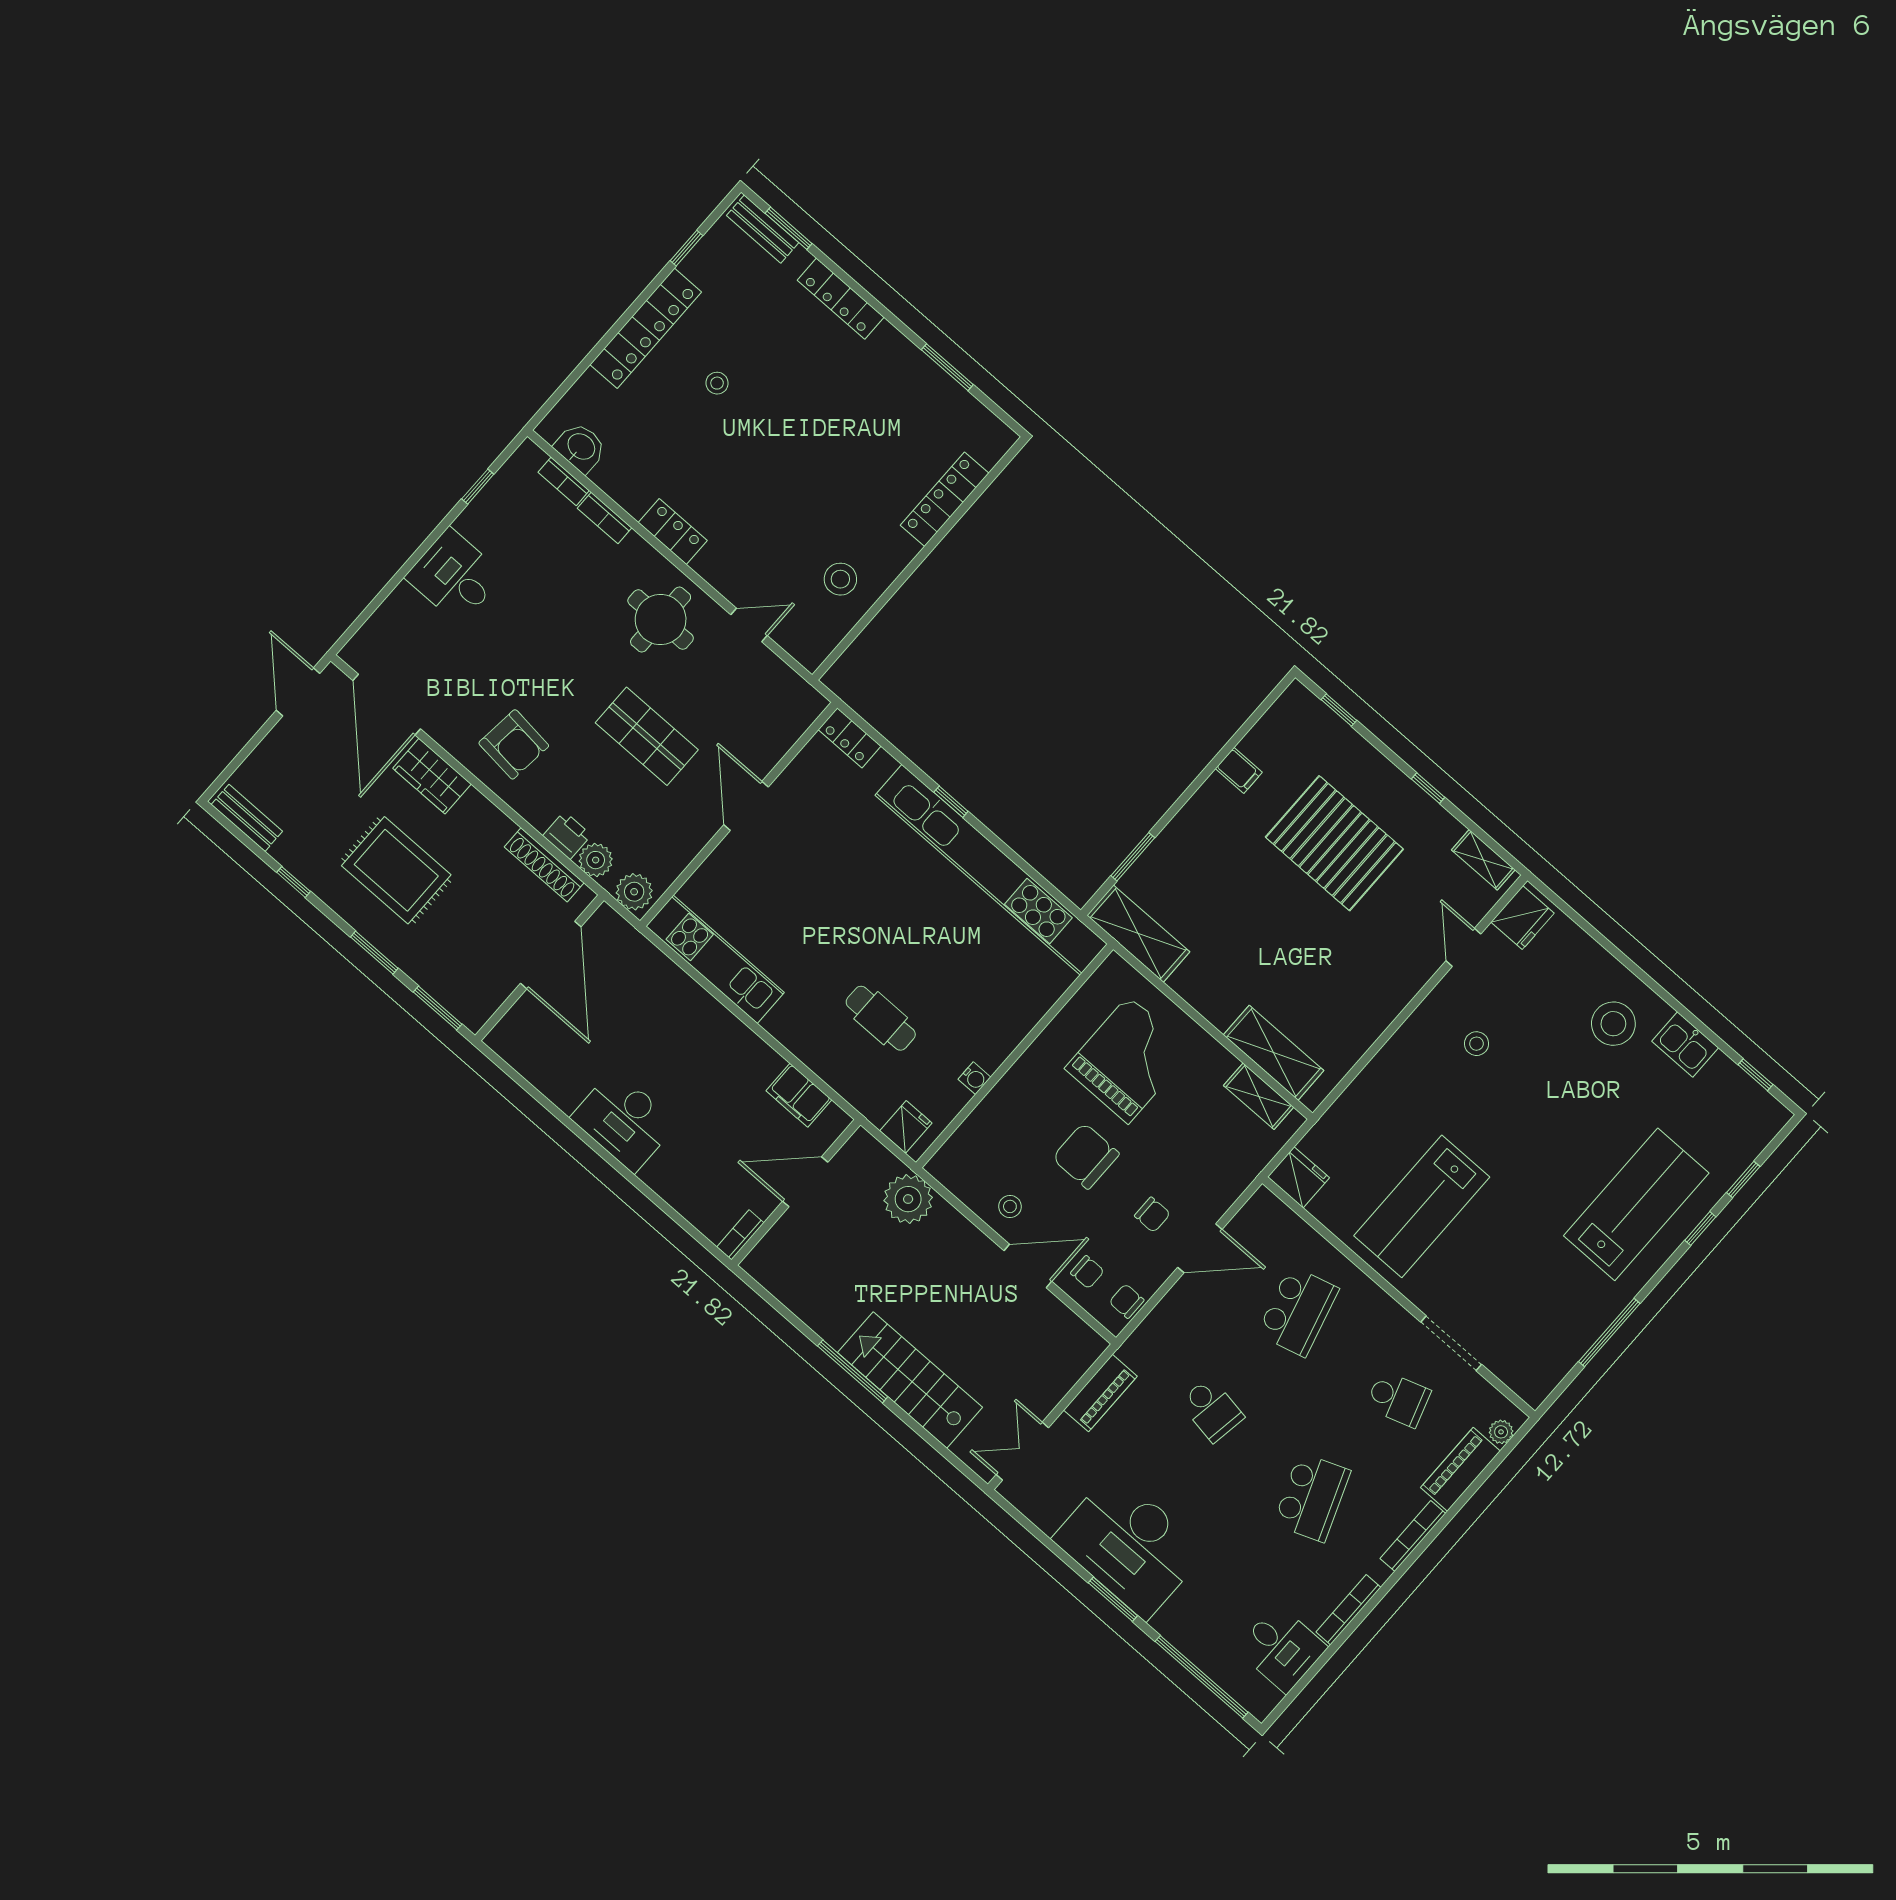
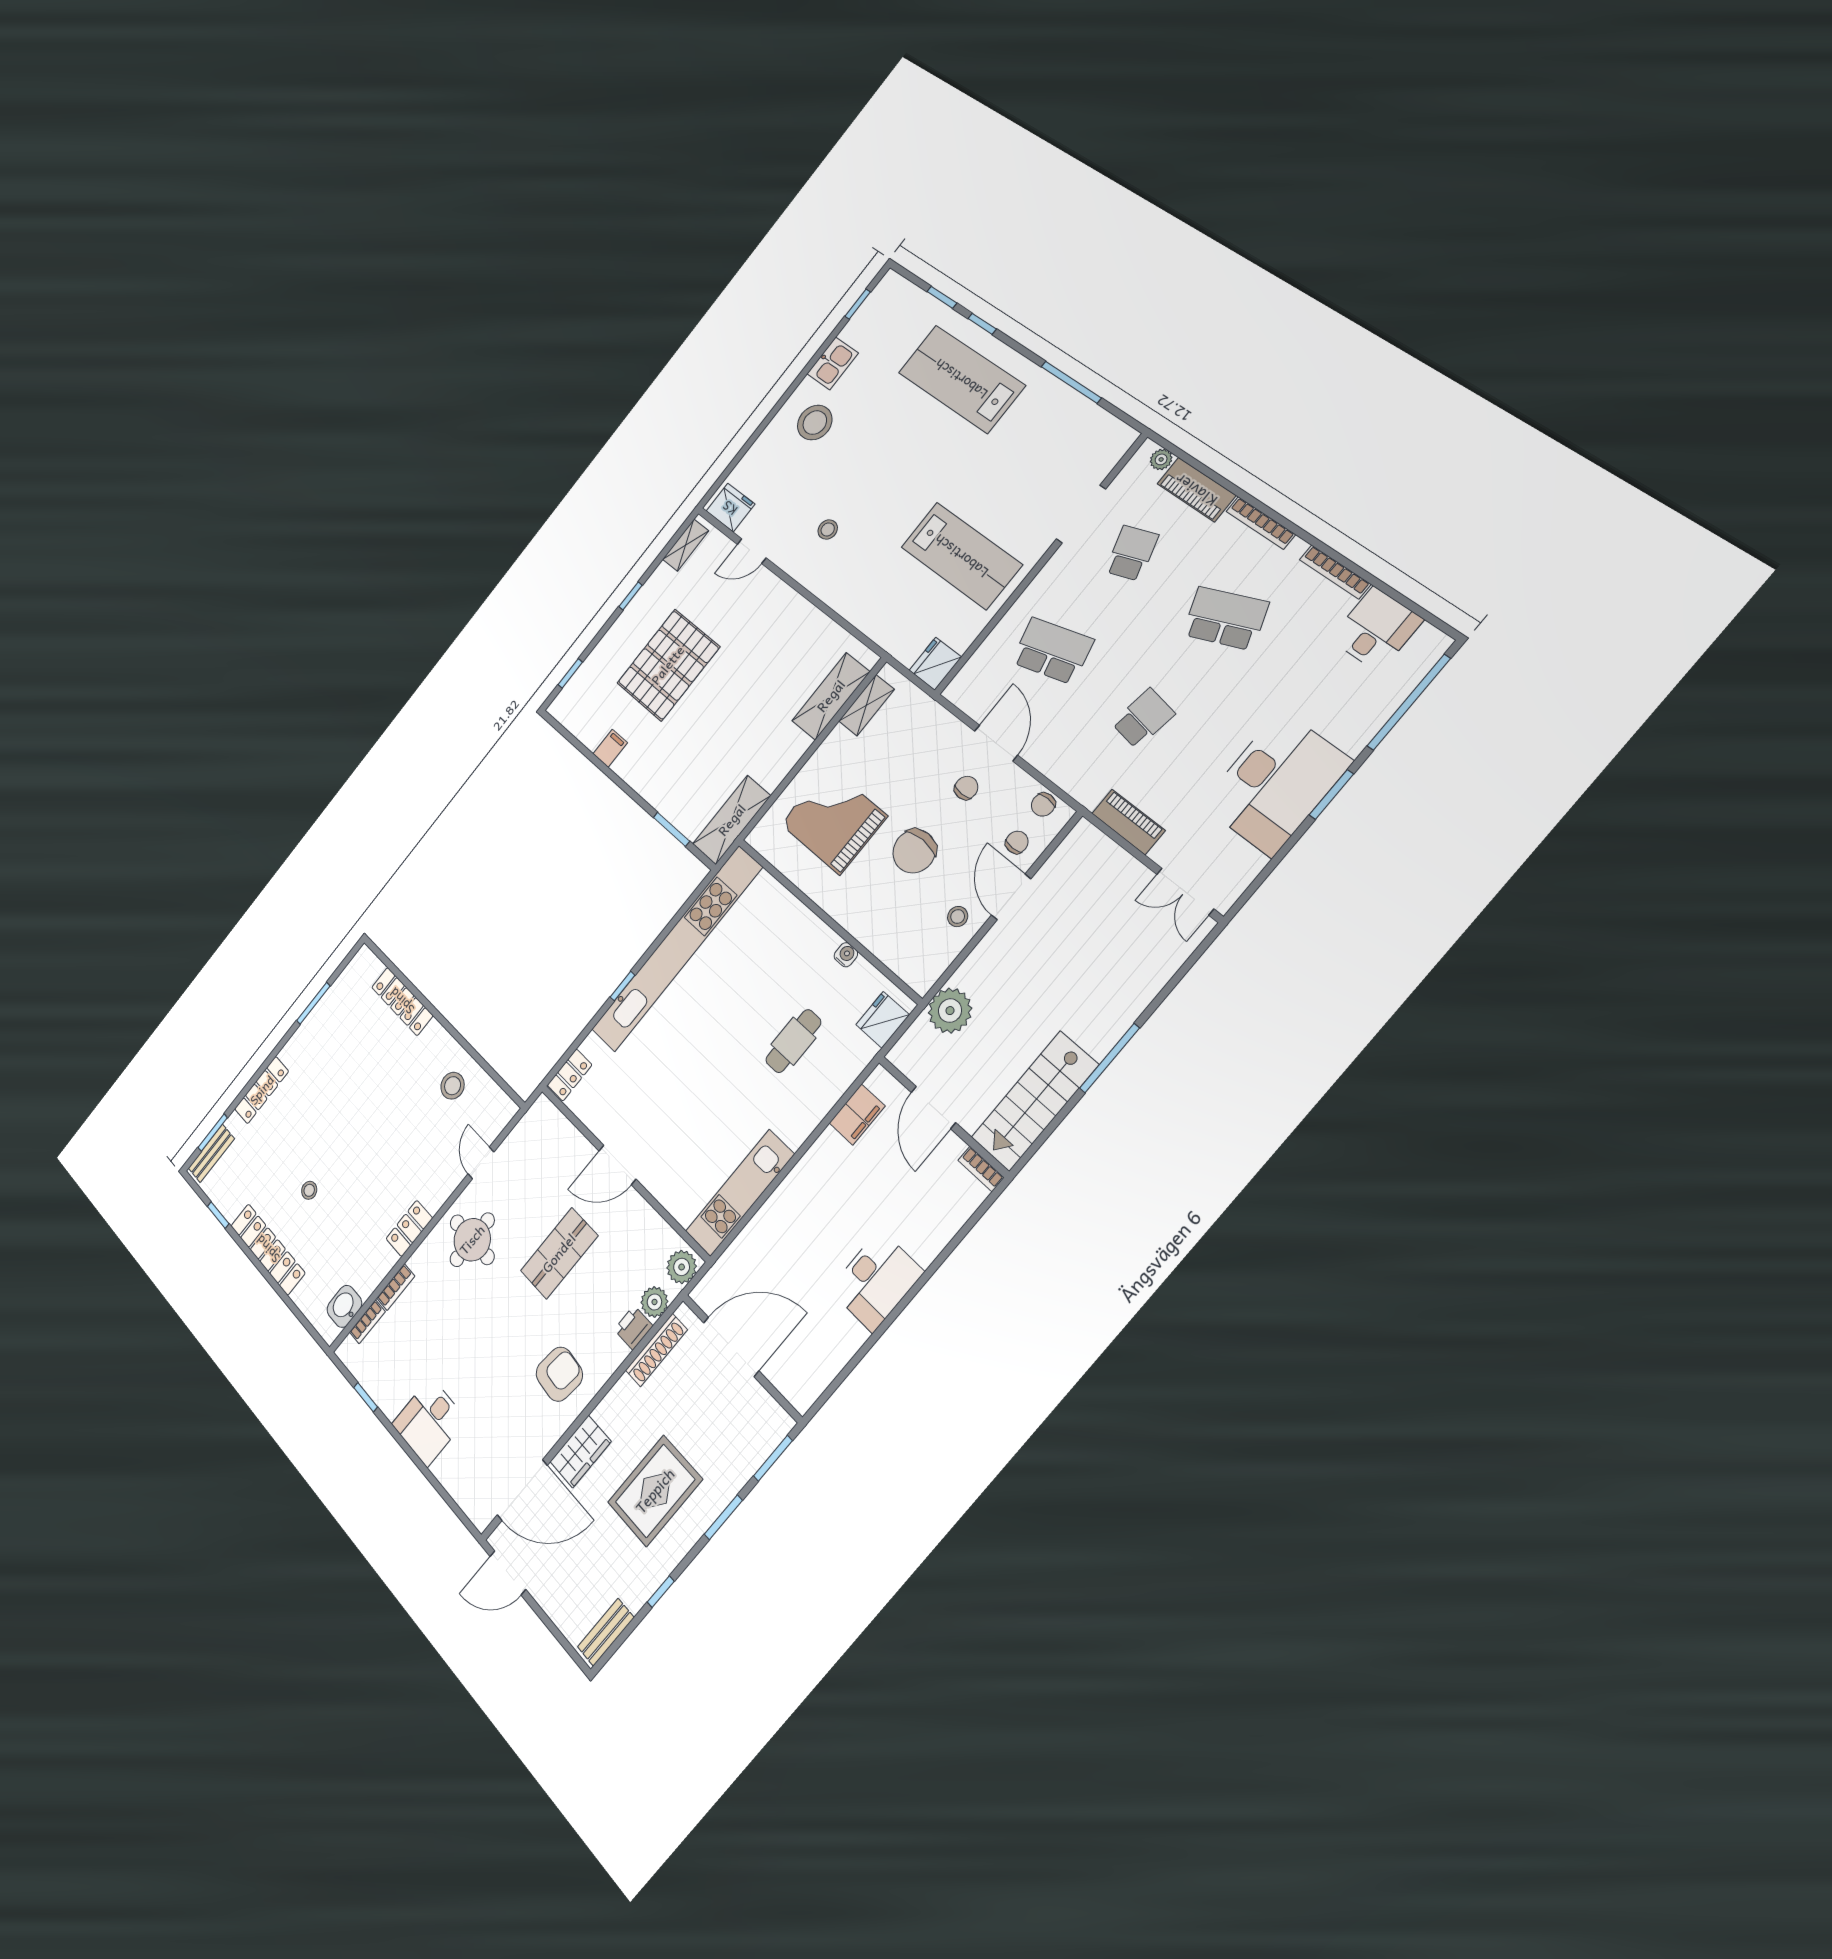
fridge: (906, 1127) -> (883, 1020), width x1.38
stairs: (910, 1380) -> (1035, 1101), moved

